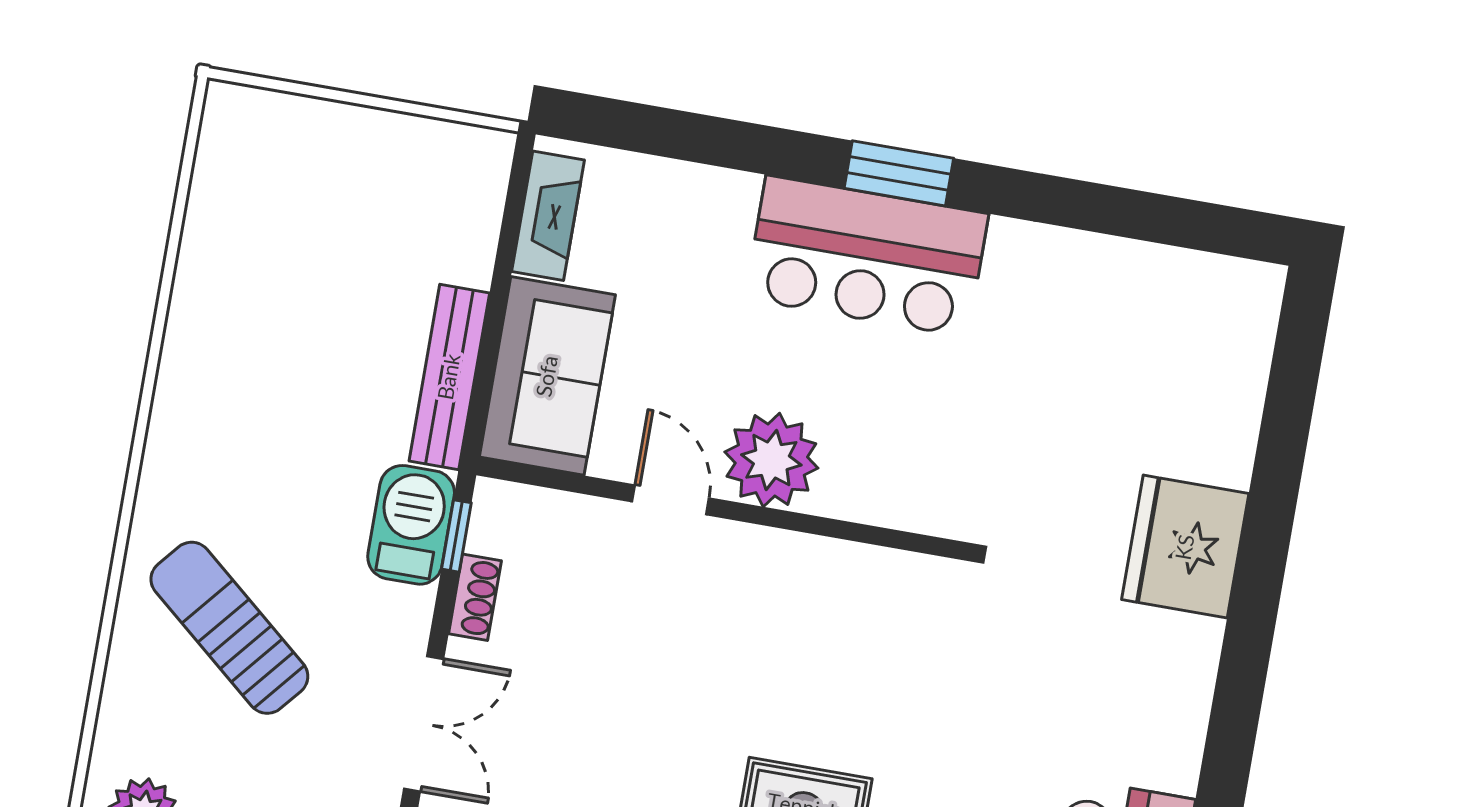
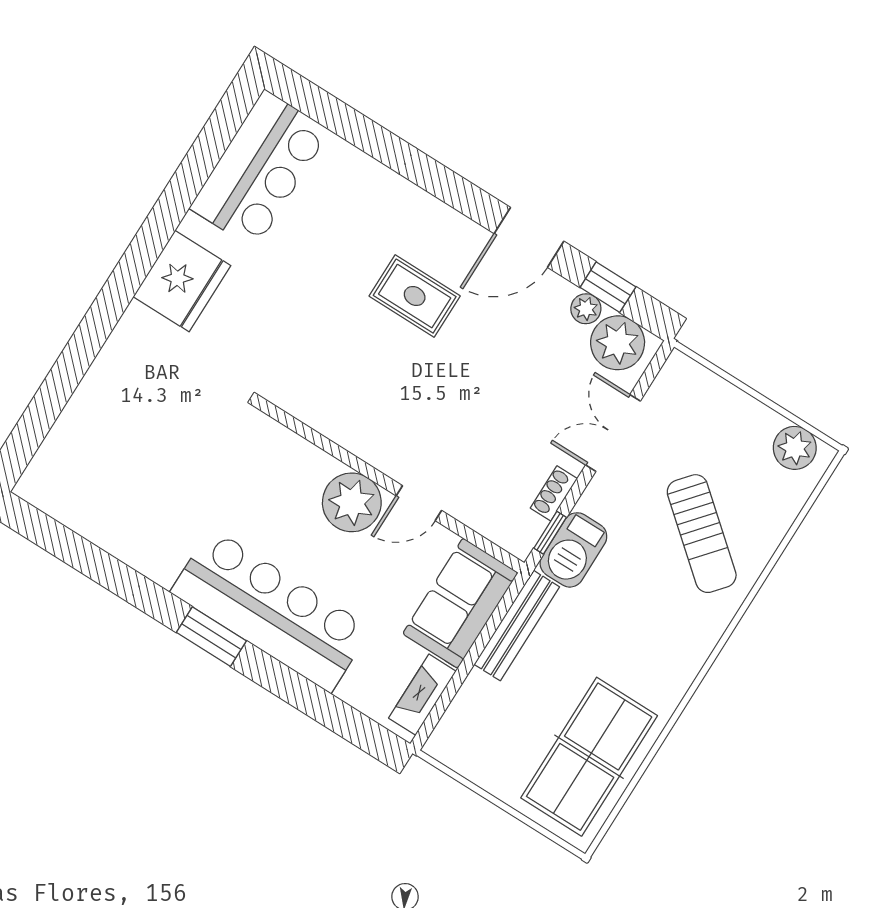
table tennis table: (261, 225) -> (589, 757), added
bar counter: (867, 256) -> (271, 610), width x1.36
door: (671, 500) -> (419, 503), hinge flipped
fridge: (1185, 547) -> (182, 281), moved

